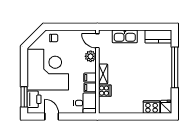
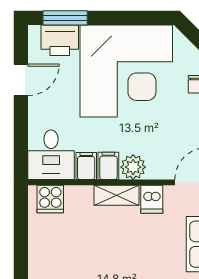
plant: (91, 56) -> (133, 167), moved
dishwasher: (105, 58) -> (152, 199), added
cooker: (105, 91) -> (50, 199), moved

